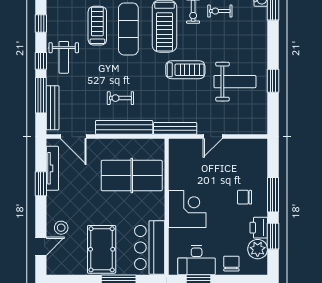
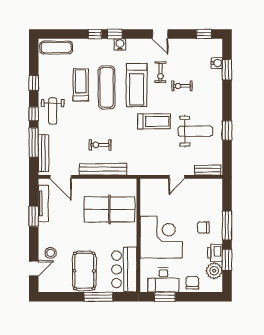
exercise bike: (220, 11) -> (182, 86), moved
bench: (175, 128) -> (208, 170), moved, width x0.73
corner desk: (187, 209) -> (161, 237), width x1.36, depth x1.36

